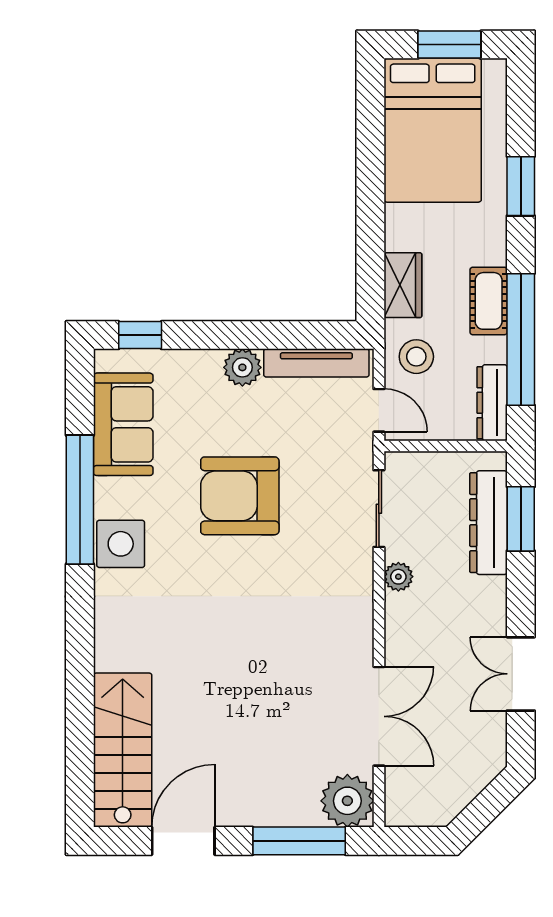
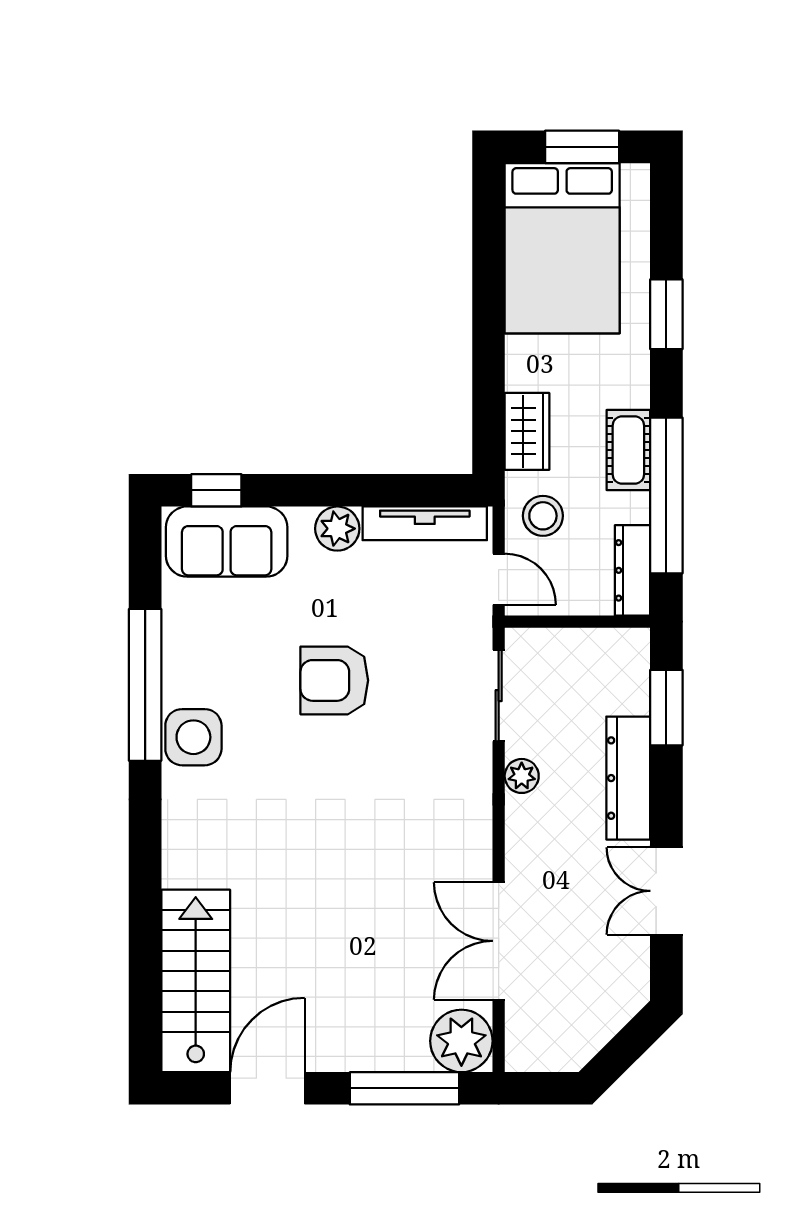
sofa: (123, 424) -> (227, 542), moved, turned 90
armchair: (240, 496) -> (334, 680), width x0.73, depth x0.73
dresser: (488, 523) -> (628, 778), moved
double door: (379, 716) -> (499, 941), swing flipped

